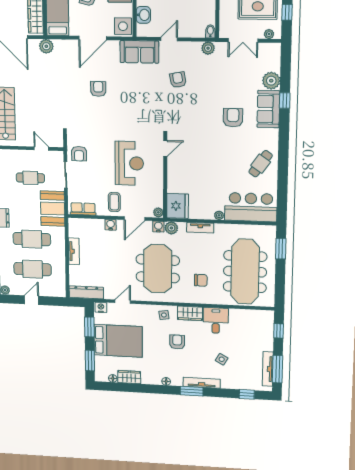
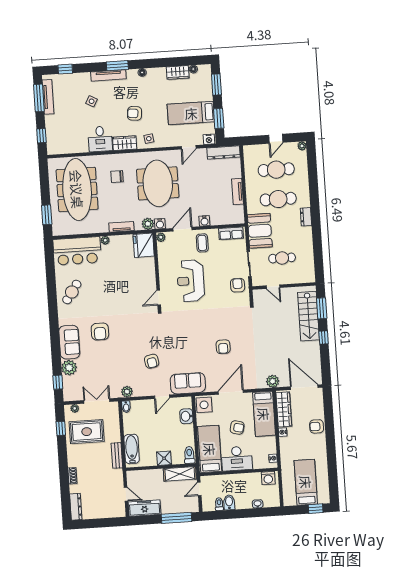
window: (285, 101) -> (58, 382), moved
bed: (118, 341) -> (191, 113), width x0.67
armchair: (177, 342) -> (135, 113), turned 96

